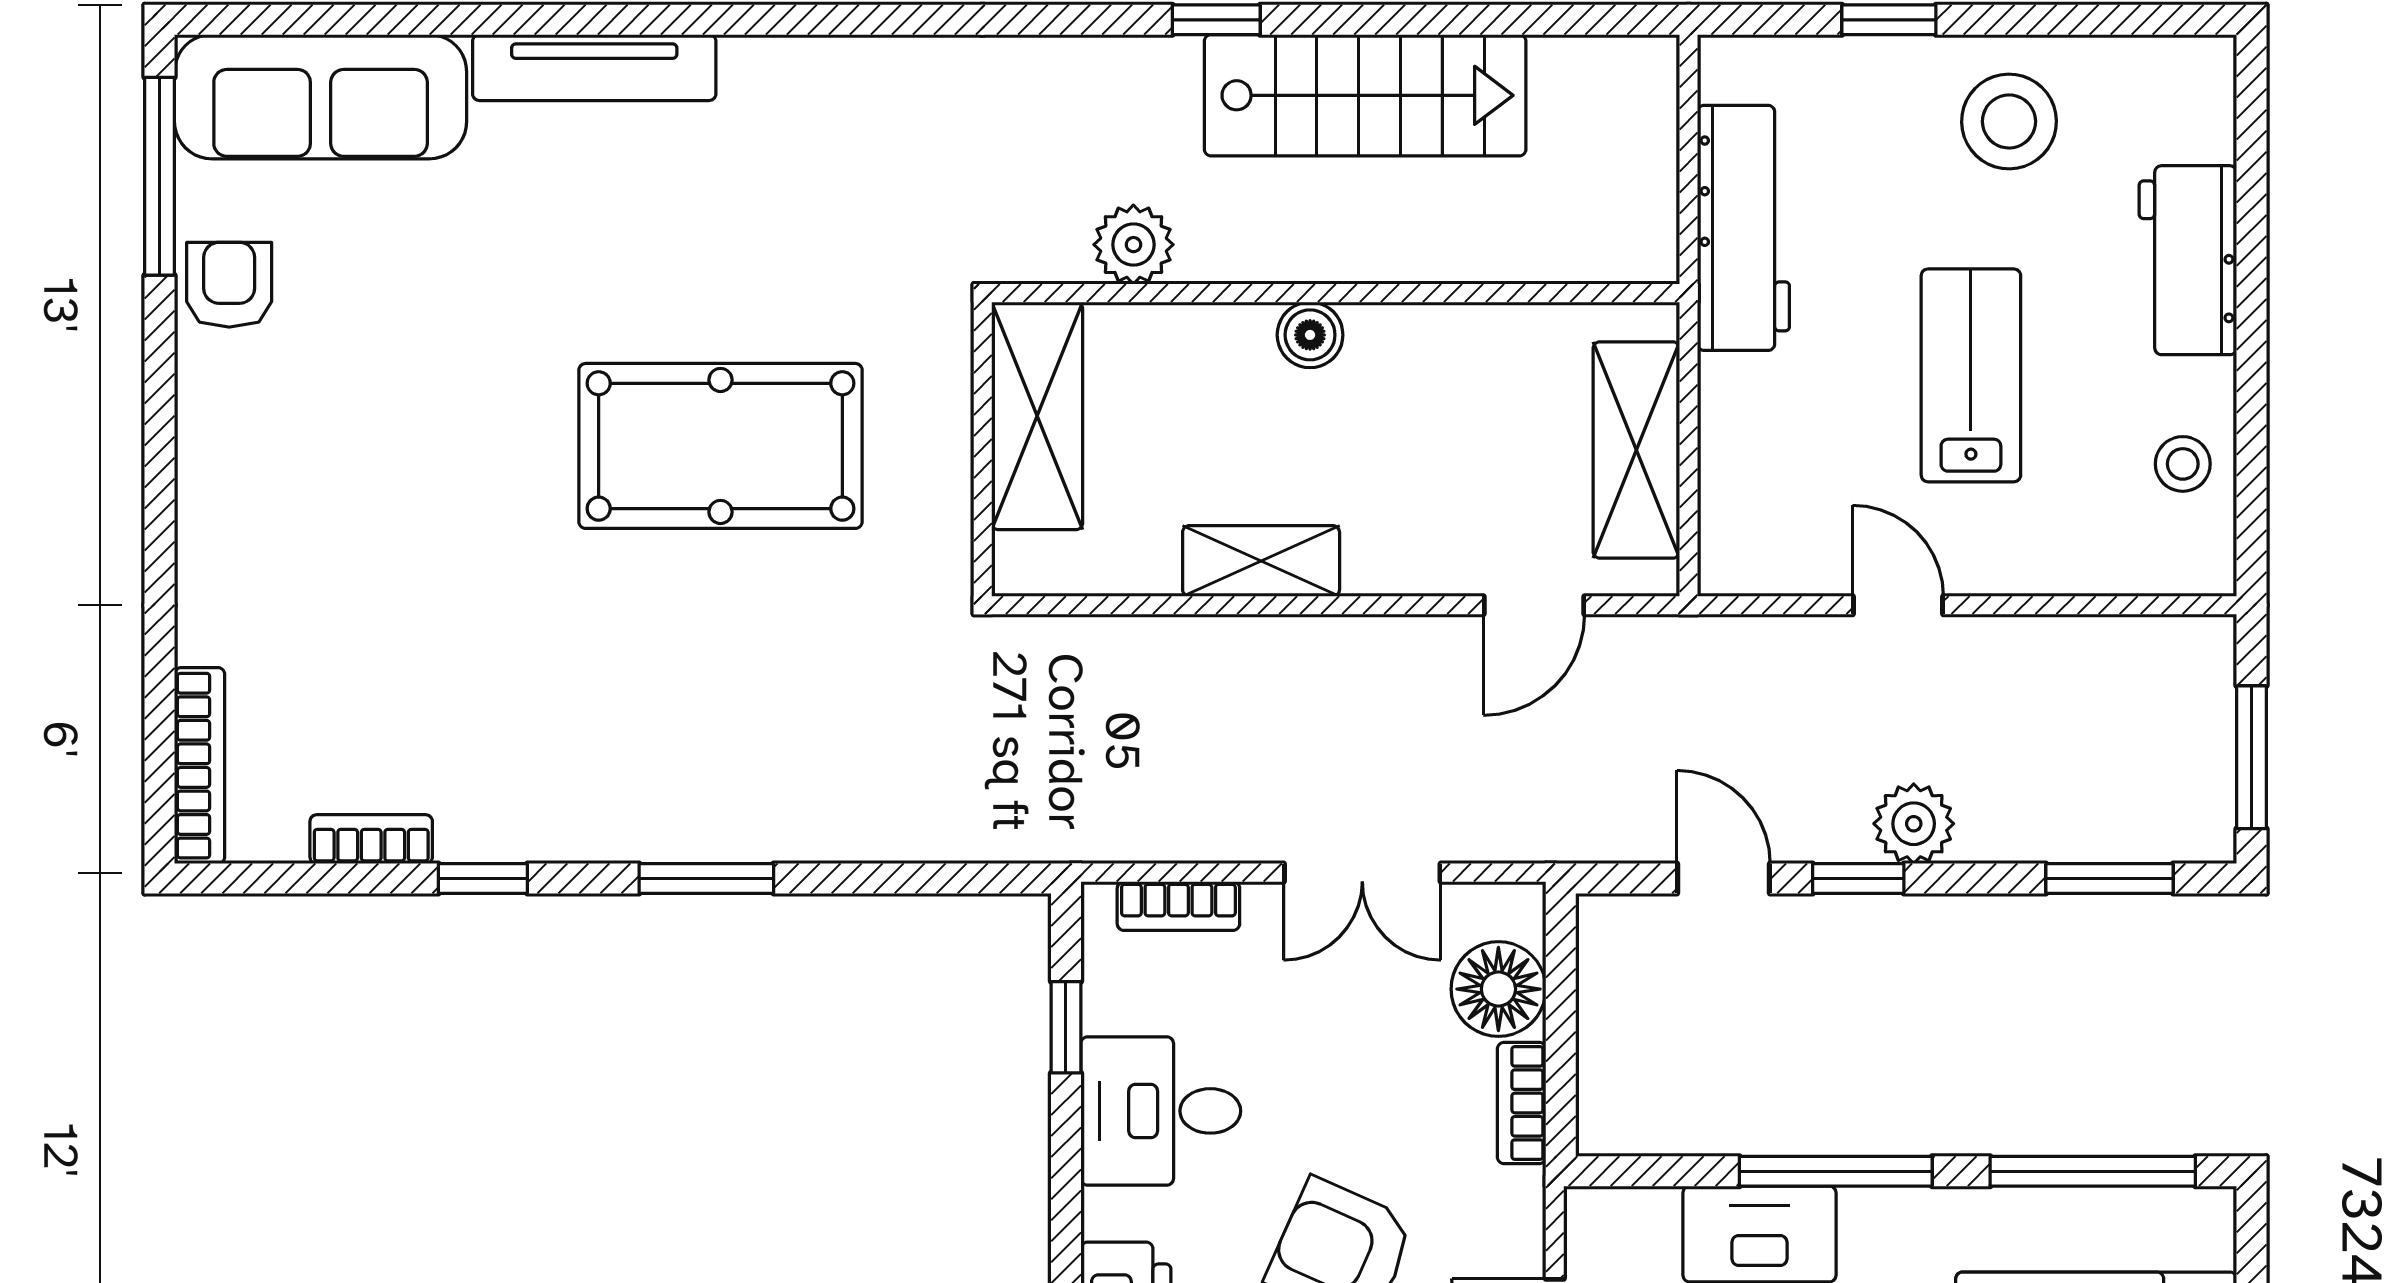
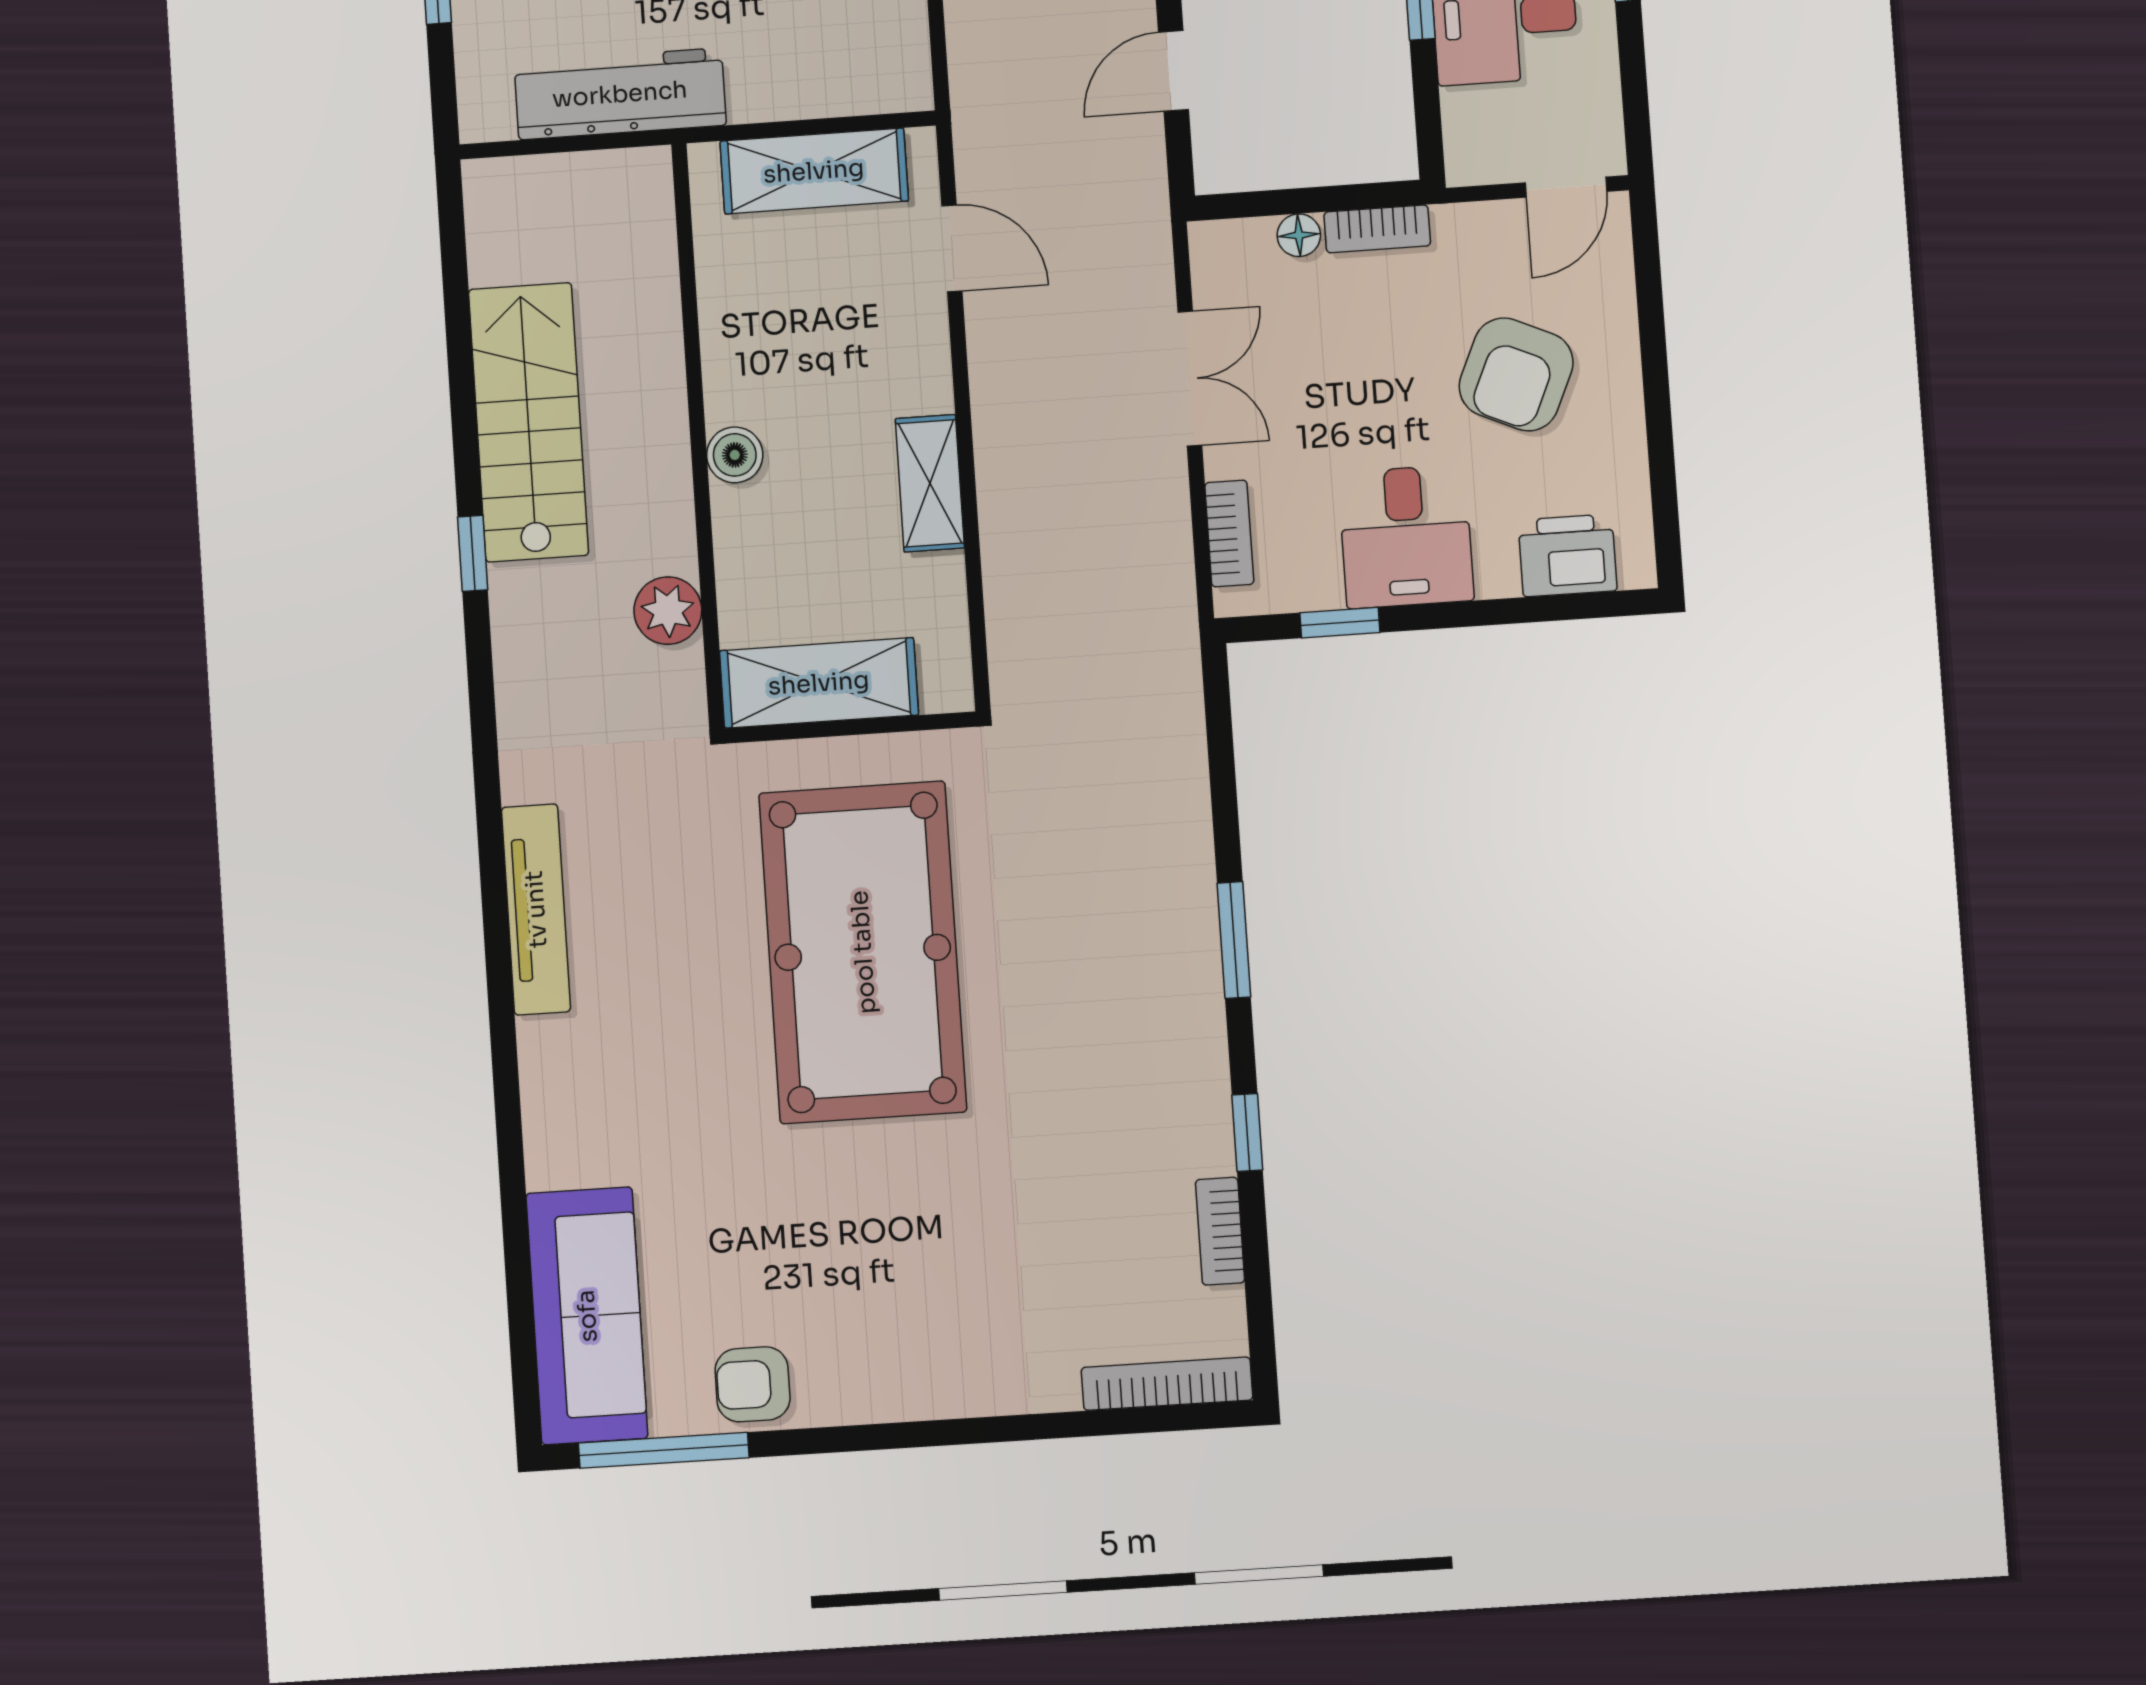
tv unit: (594, 68) -> (536, 909), moved
pool table: (720, 446) -> (863, 952), width x1.36, depth x1.32
floor lamp: (1498, 989) -> (1299, 235), width x0.53, depth x0.53

